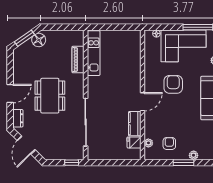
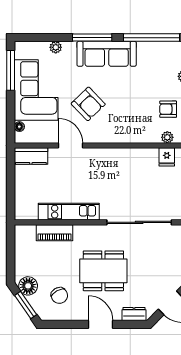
kitchen unit: (94, 53) -> (69, 212), moved
chair: (32, 63) -> (59, 295), added
armchair: (173, 84) -> (88, 104), turned -134
door: (142, 102) -> (71, 145), moved
kitchen counter: (135, 124) -> (31, 156), moved

